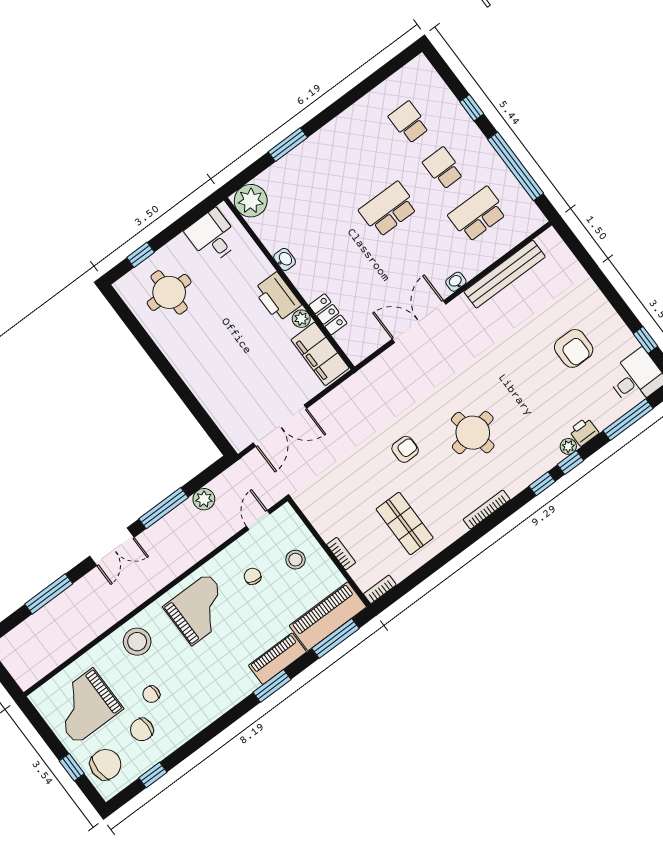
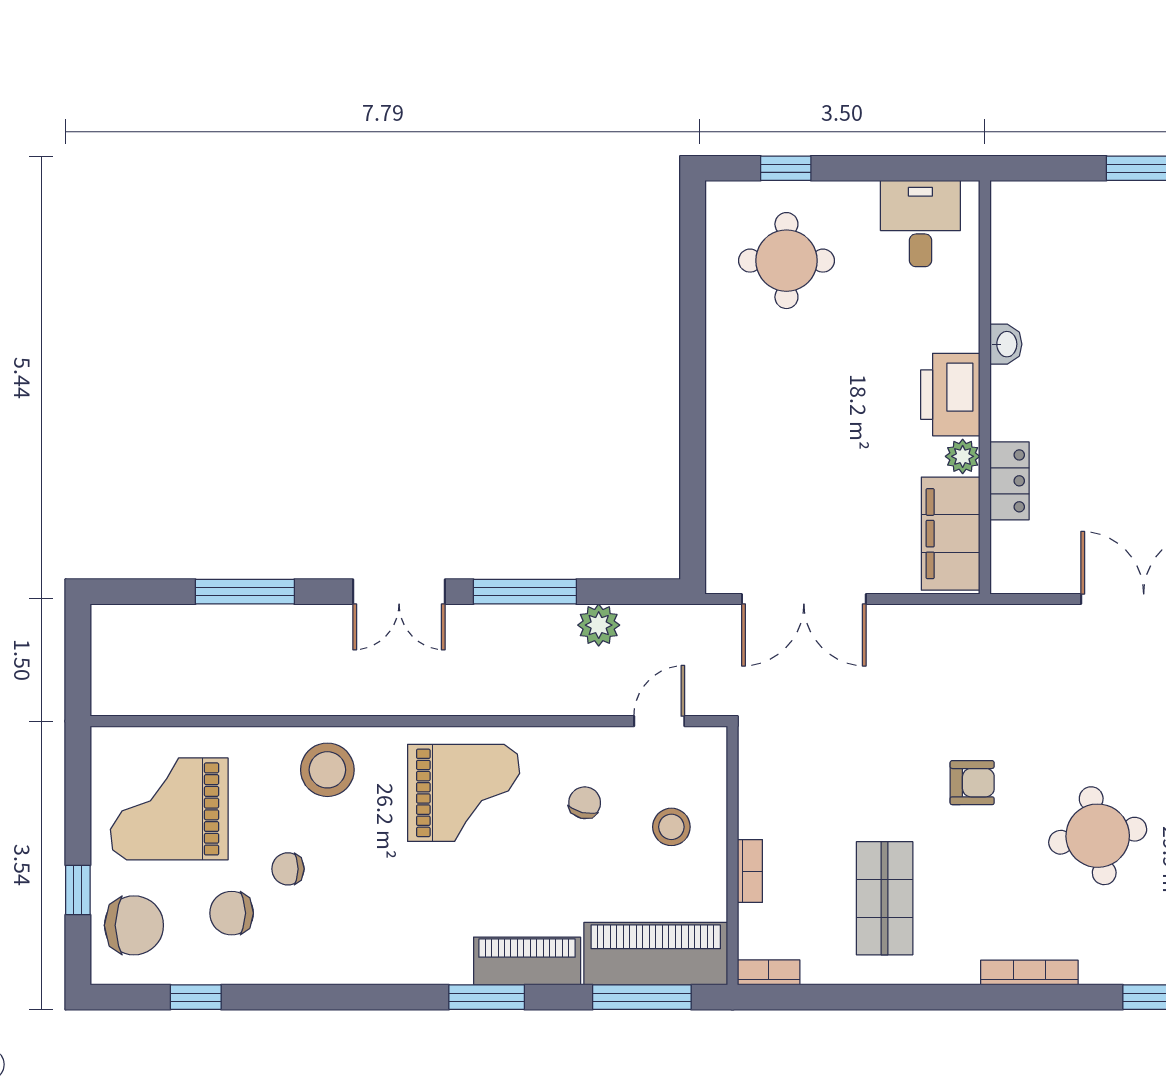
plant: (251, 201) -> (1022, 212), removed

